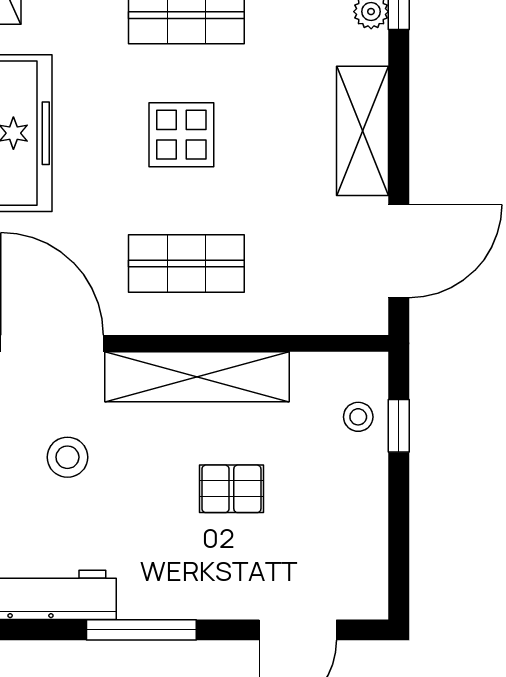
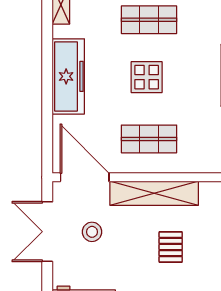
pallet: (231, 489) -> (171, 247), turned 90

